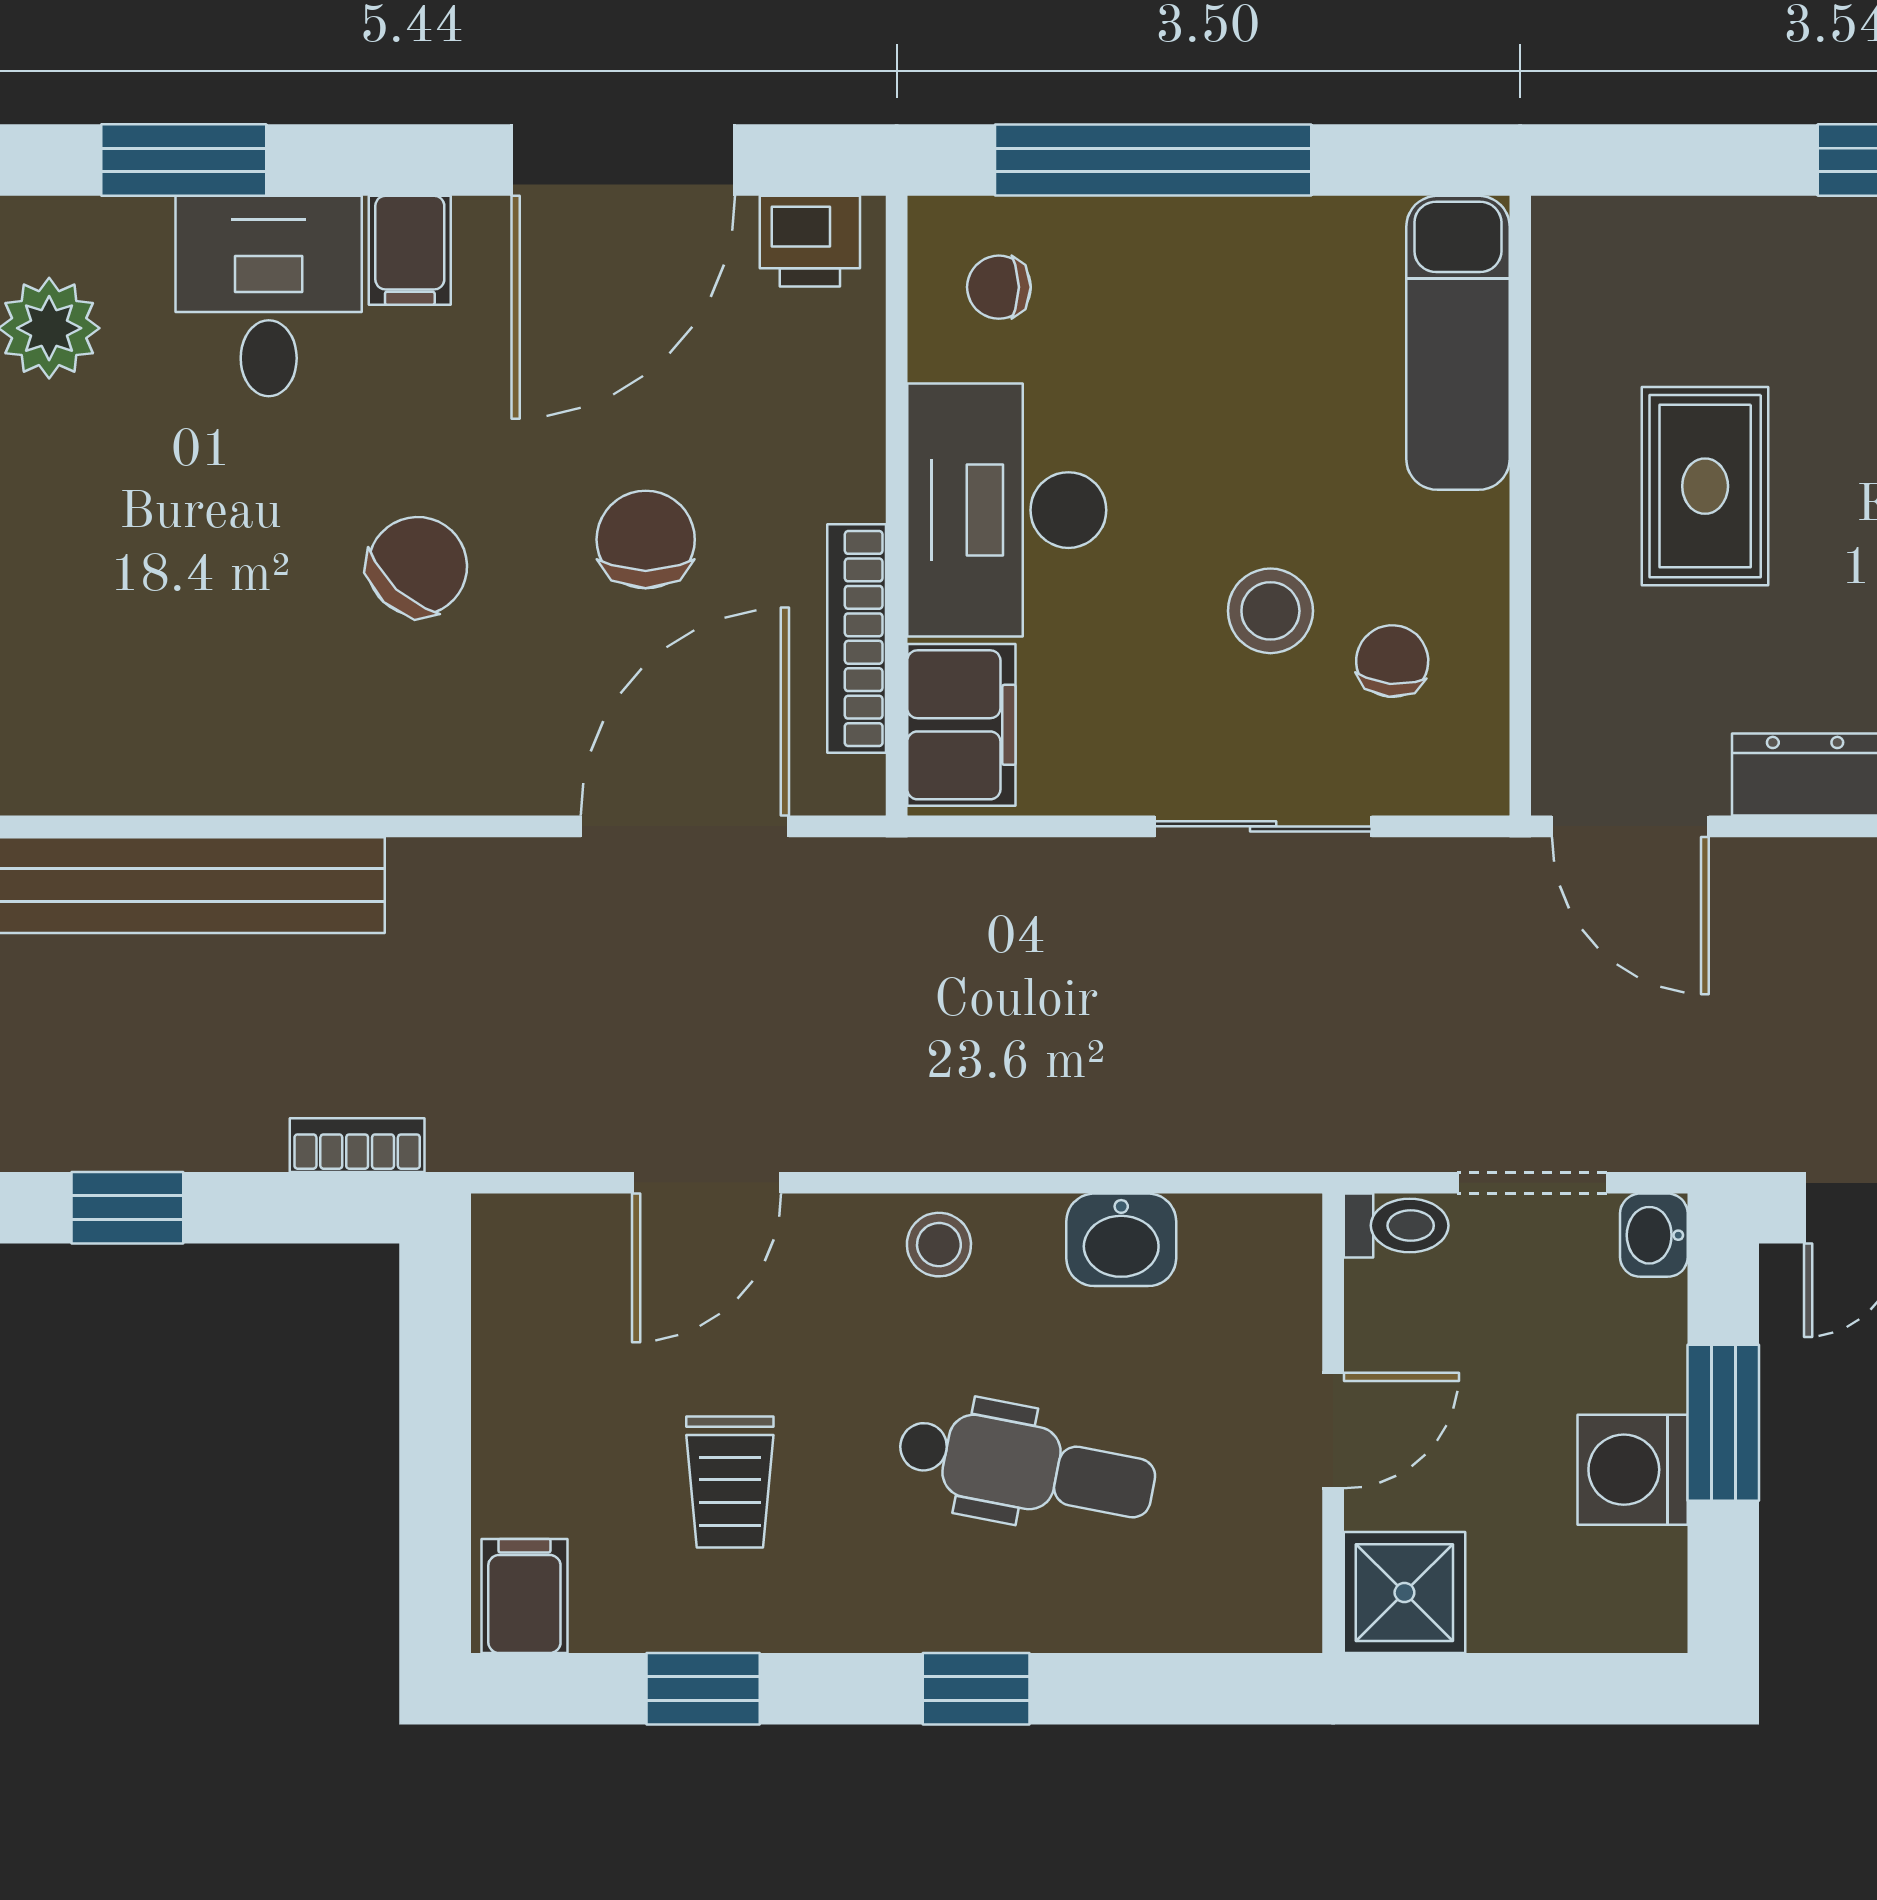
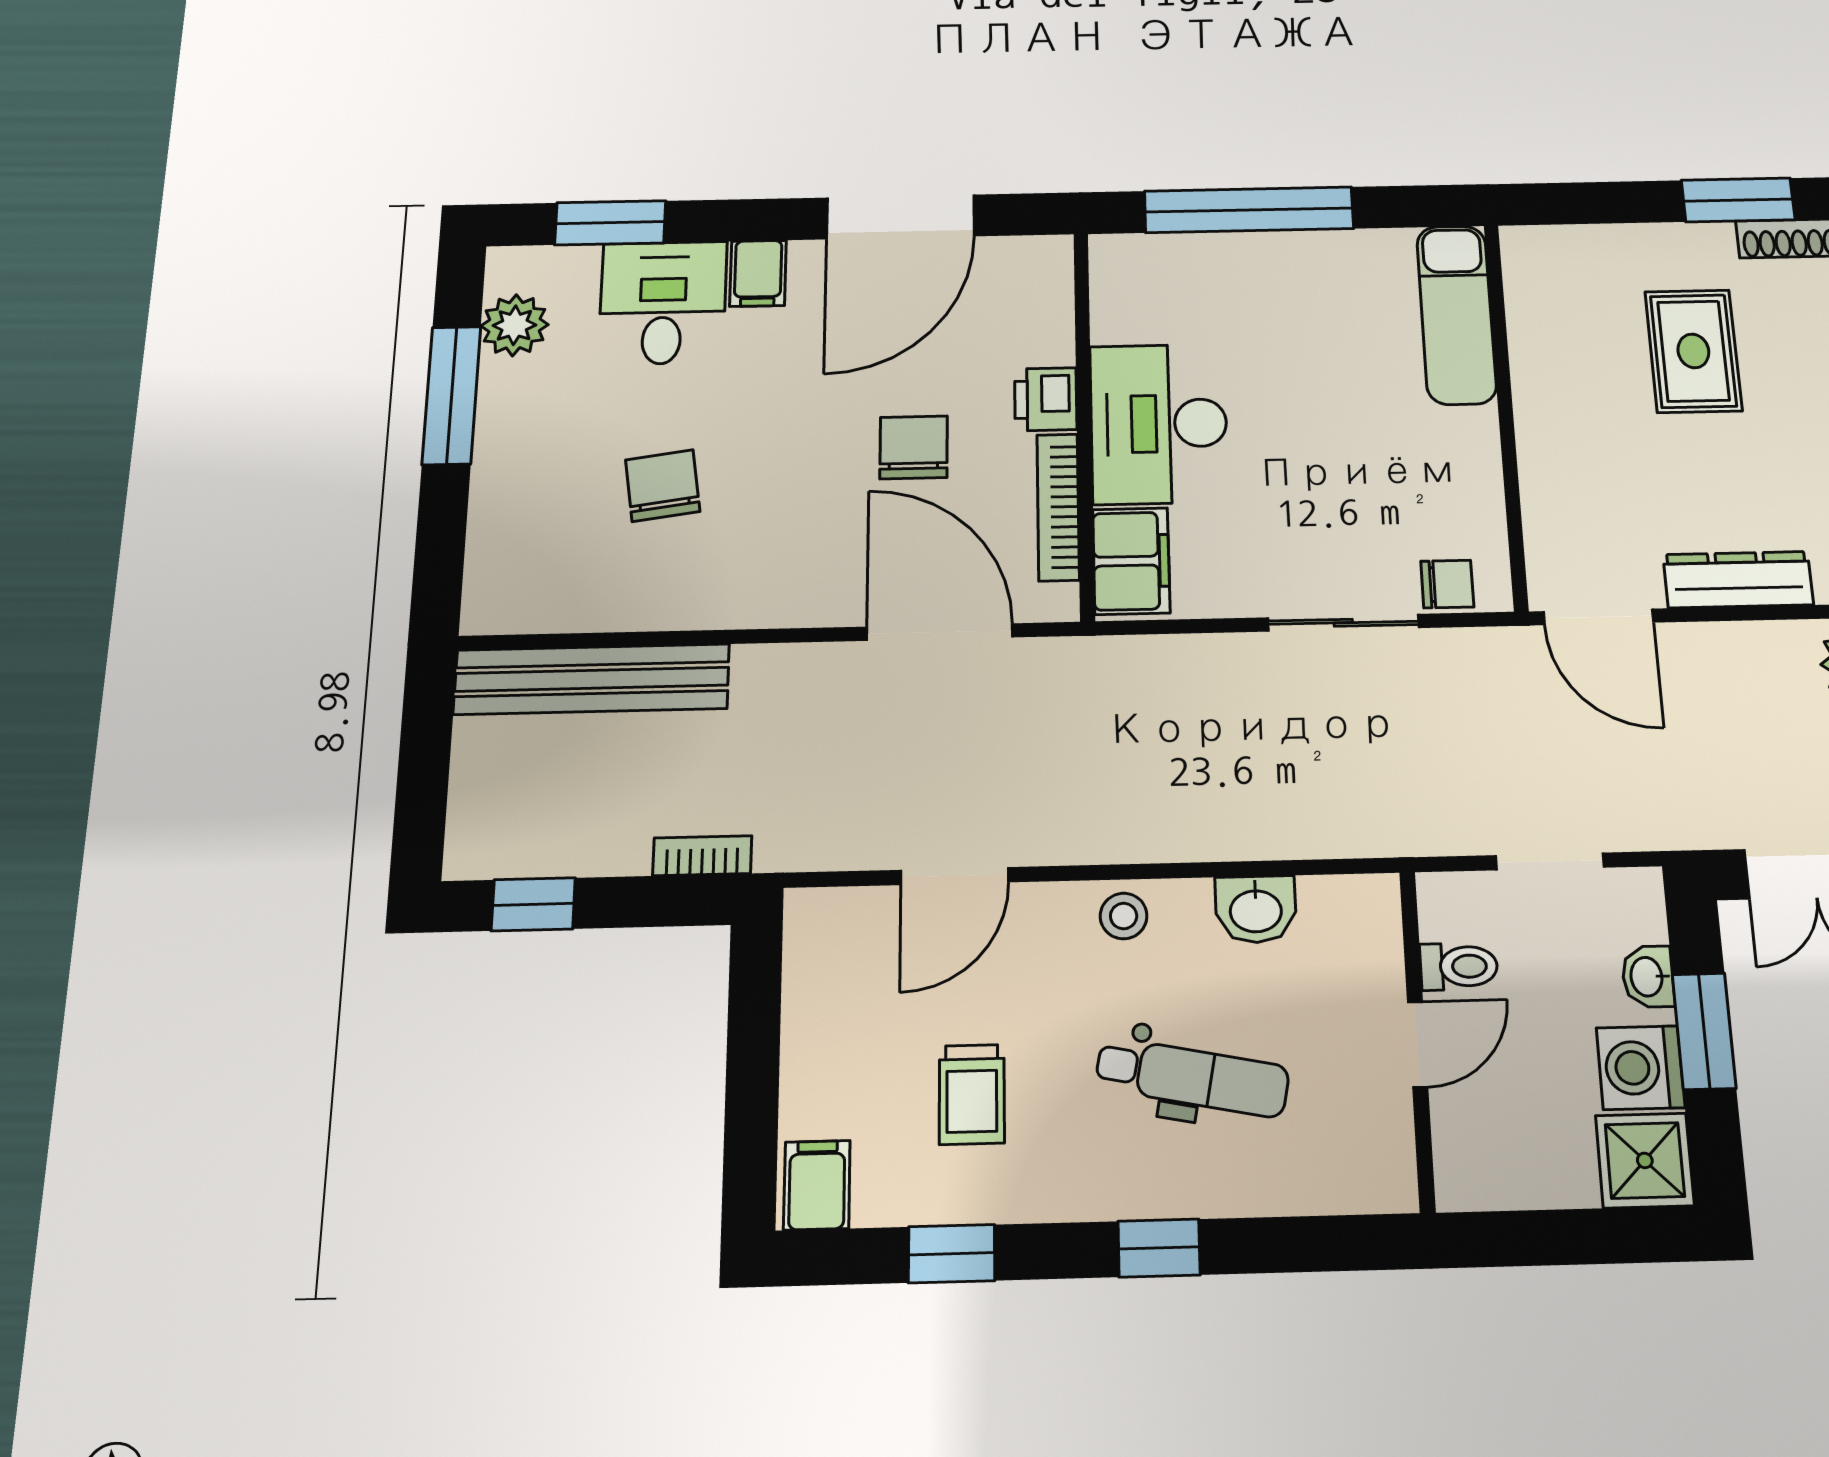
printer: (810, 241) -> (1046, 399), moved, turned 90
chair: (999, 287) -> (1150, 287), removed
rug: (1705, 486) -> (1693, 351), moved
chair: (418, 566) -> (663, 486), moved, turned -51
stool: (1270, 611) -> (1341, 483), removed
chair: (1392, 661) -> (1447, 584), moved, turned 85
door: (685, 826) -> (940, 632), hinge flipped
toilet: (1396, 1226) -> (1459, 966), moved
washbasin: (1654, 1235) -> (1648, 977), moved
shower: (1404, 1593) -> (1645, 1160), moved

